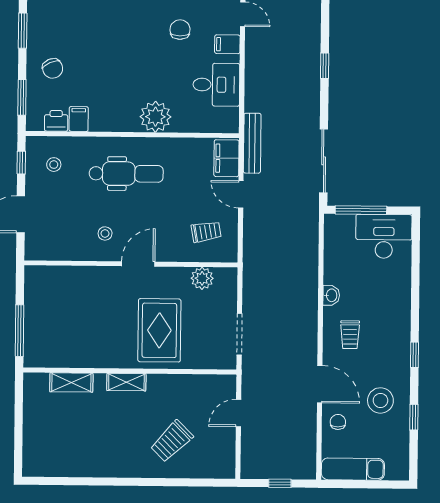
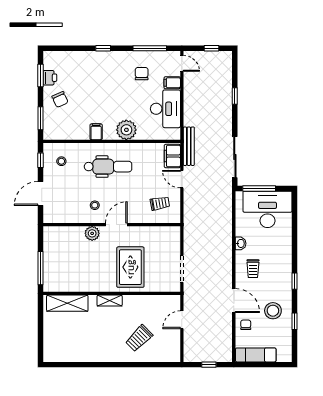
desk: (216, 85) -> (165, 109), width x1.37
filing cabinet: (79, 119) -> (96, 132), moved
printer: (56, 121) -> (50, 78), moved, turned 90
desk: (384, 236) -> (267, 209), width x1.36, depth x1.30
plant: (202, 278) -> (92, 233), moved
shelving: (71, 382) -> (67, 303), width x1.50, depth x1.33

